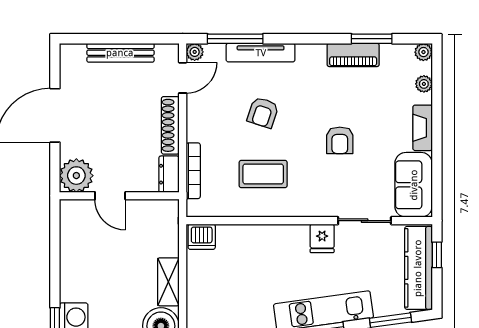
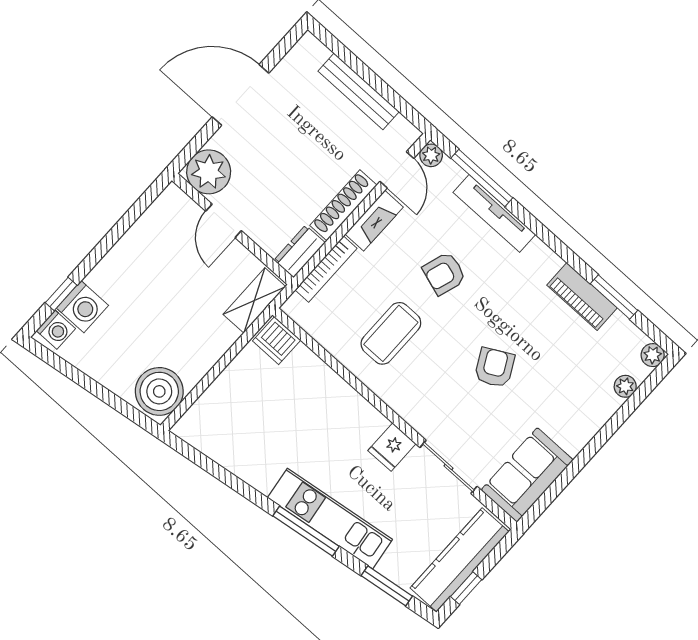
door: (183, 78) -> (397, 170), hinge flipped
fireplace: (423, 128) -> (374, 221), moved, turned 180
armchair: (340, 140) -> (495, 368), turned 152
coffee table: (263, 174) -> (391, 333), turned 90
window: (437, 255) -> (466, 588), moved
shelving: (168, 282) -> (254, 300), moved

